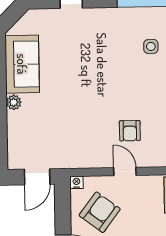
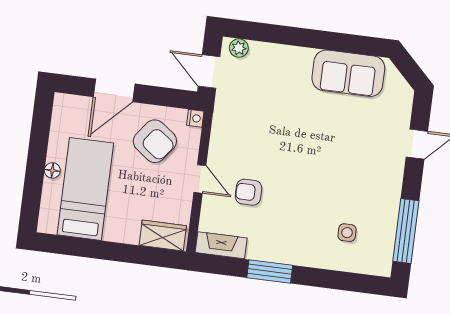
plant: (14, 102) -> (239, 48), moved
door: (125, 172) -> (200, 179), hinge flipped

